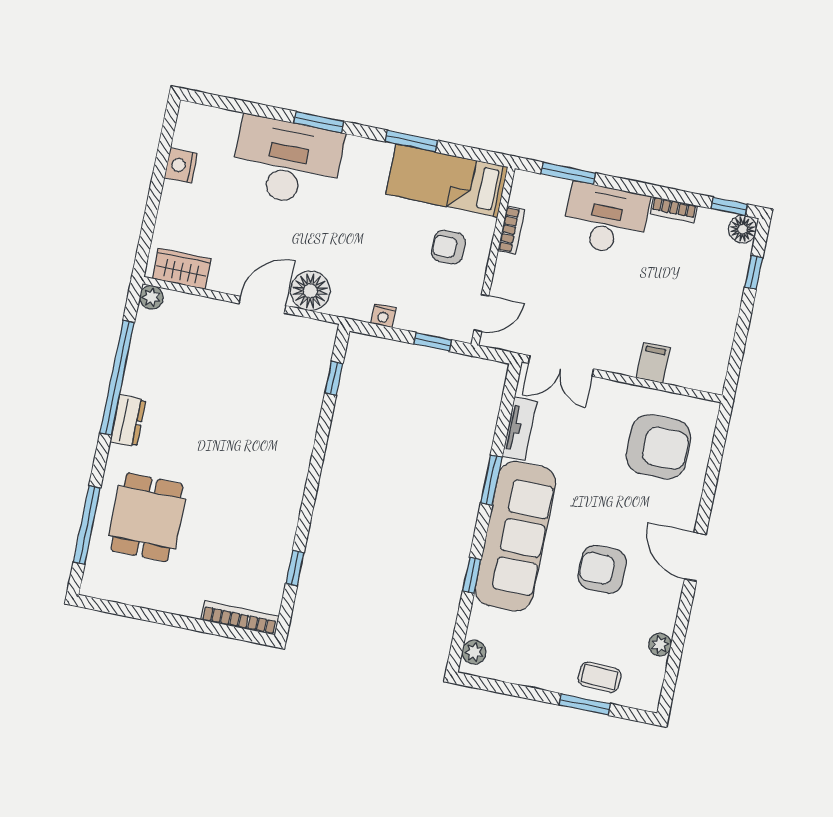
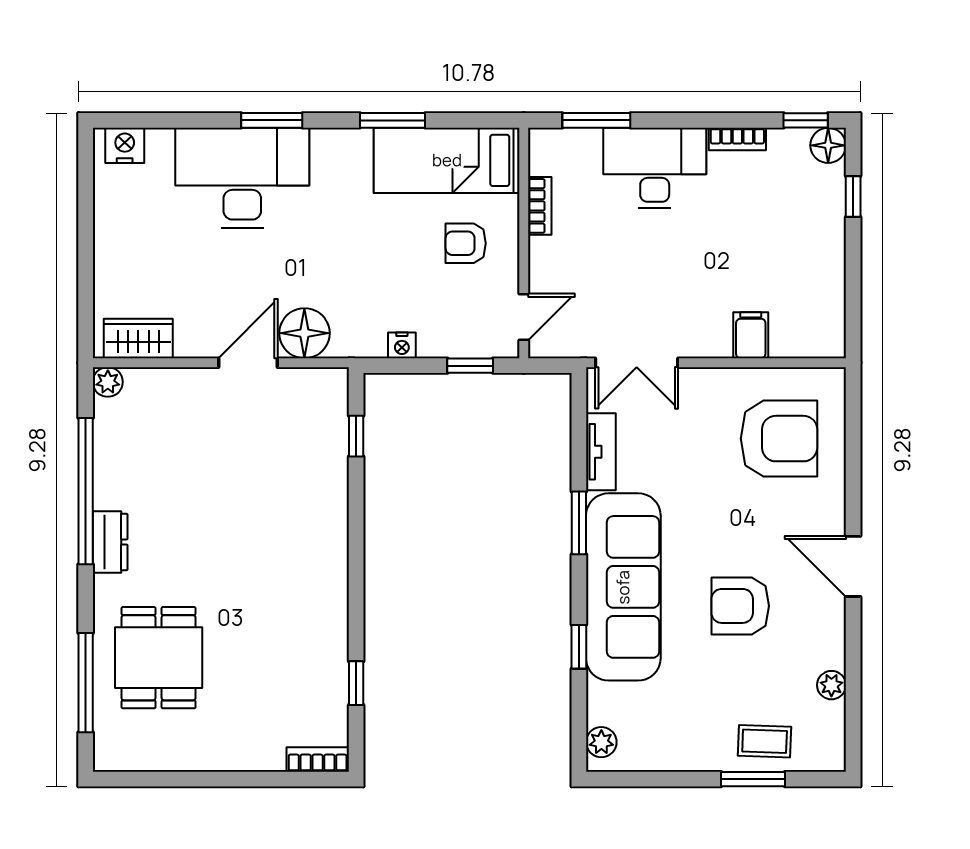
nightstand: (181, 166) -> (125, 145), moved, turned 90
bookcase: (240, 618) -> (318, 759), width x0.64

